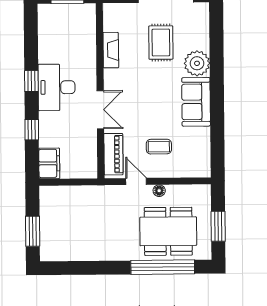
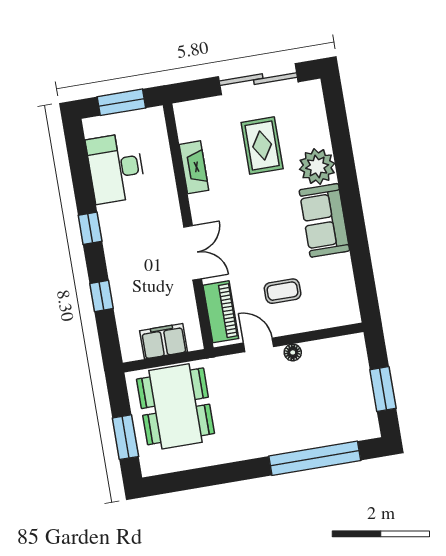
desk: (57, 87) -> (116, 168), moved
filing cabinet: (49, 163) -> (164, 341), moved, turned -90
dining table: (168, 231) -> (176, 406), moved, turned 90

